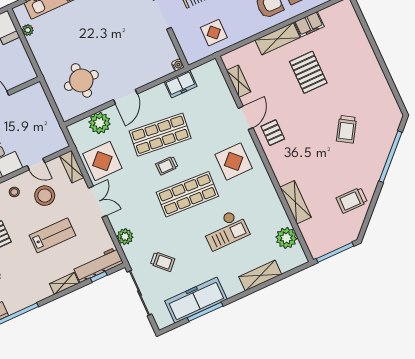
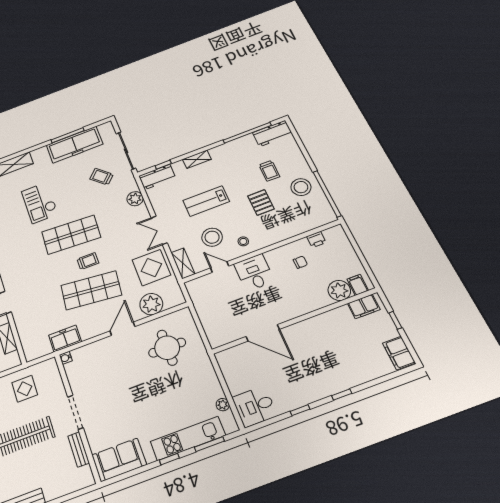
display table: (234, 161) -> (23, 263), removed
checkout: (225, 230) -> (40, 203), turned -90
workbench: (98, 265) -> (157, 177), width x0.73

